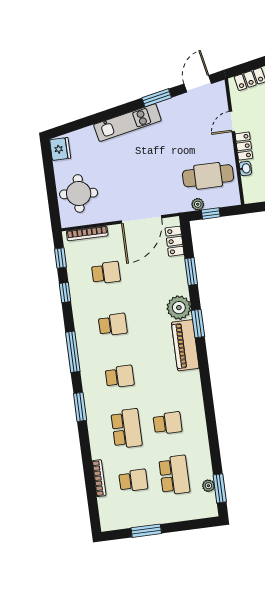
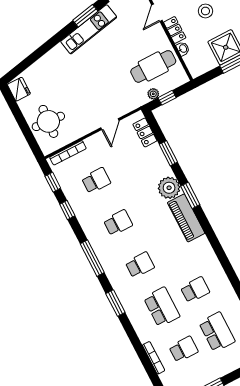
kitchen unit: (127, 123) -> (89, 29), moved
door: (141, 219) -> (110, 124), width x0.53

